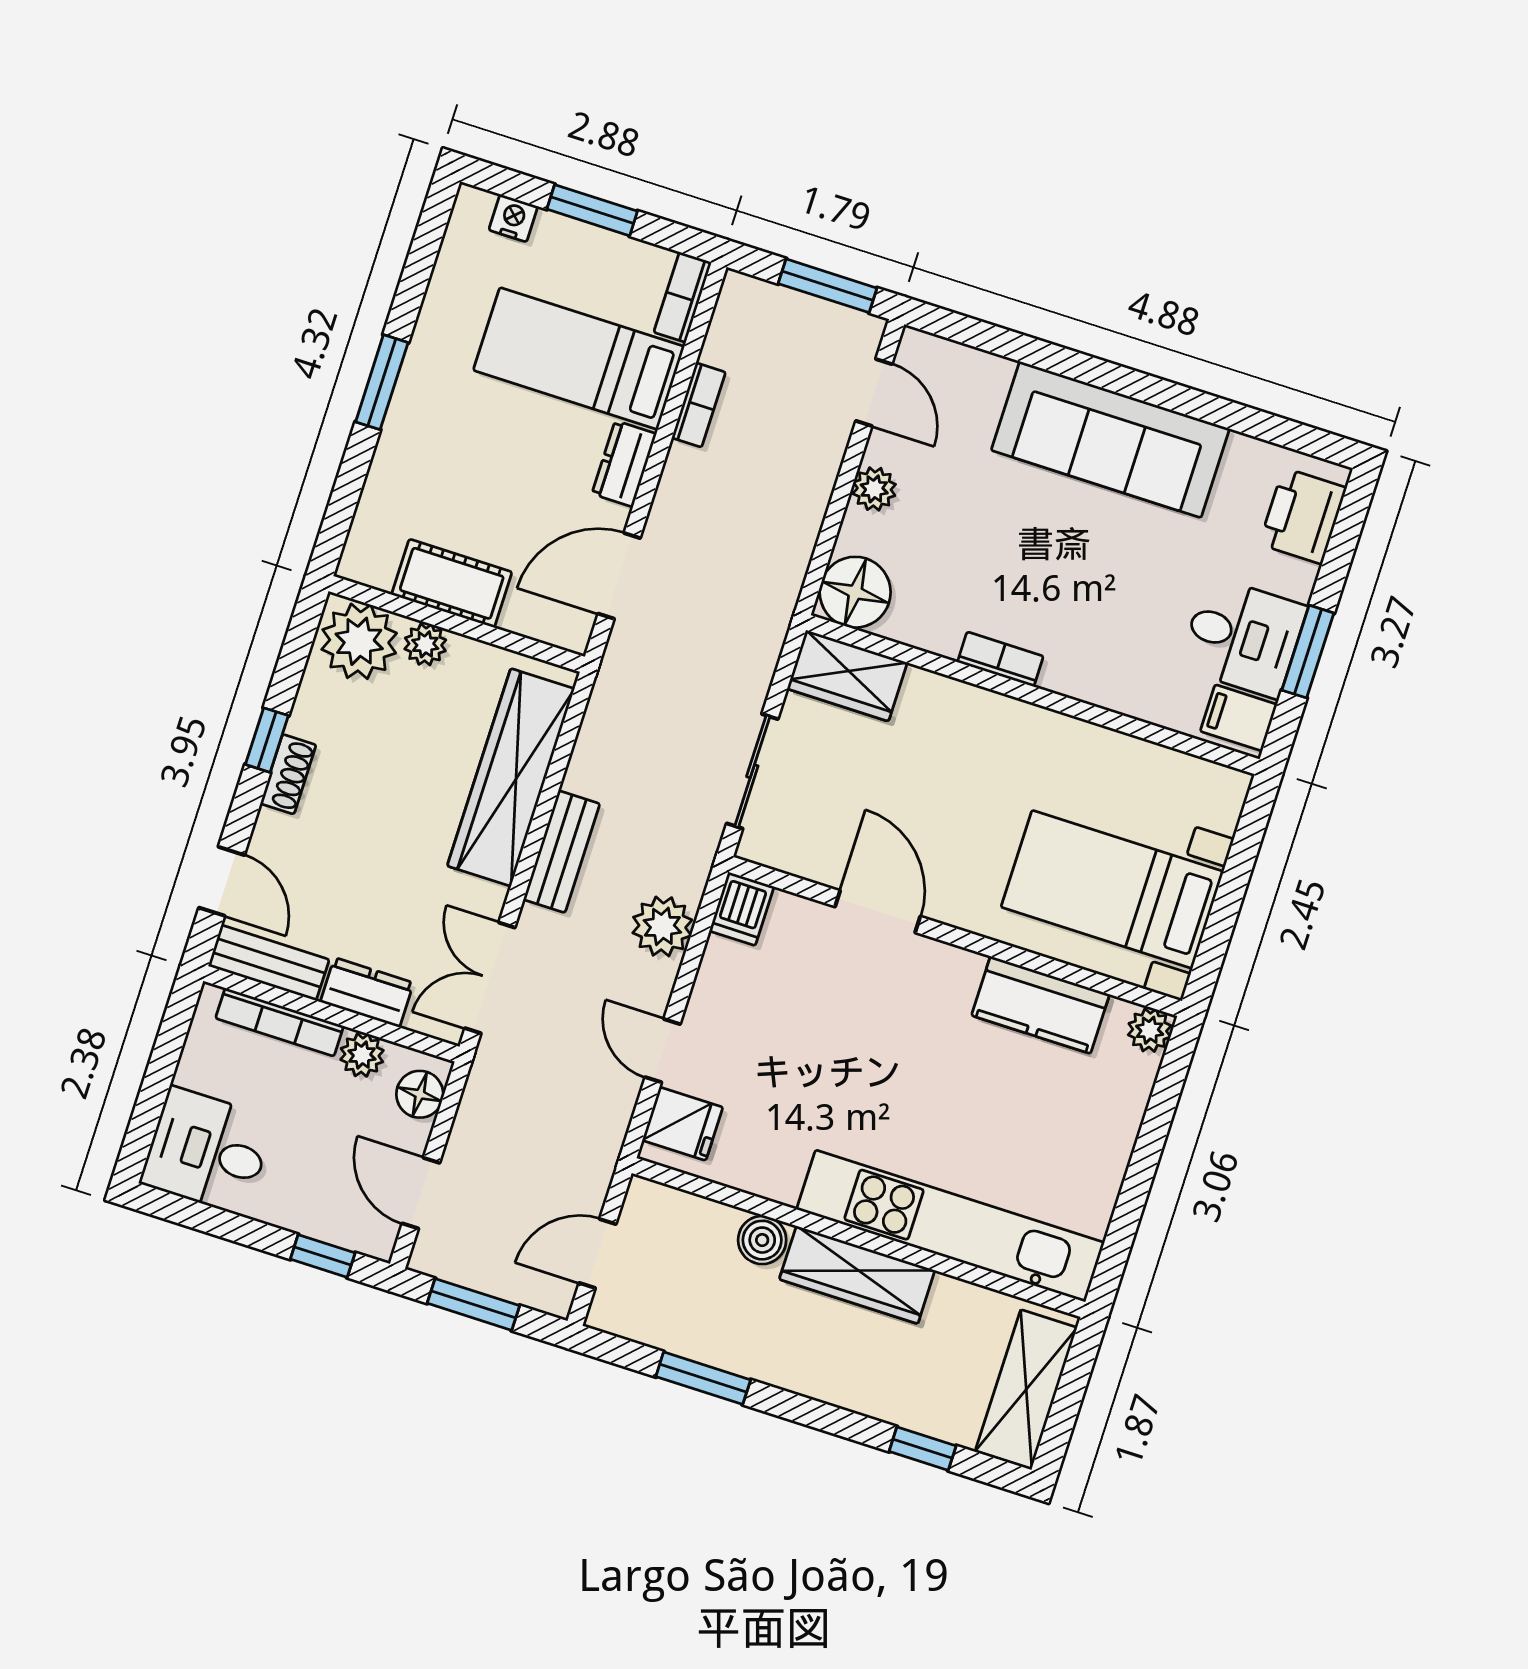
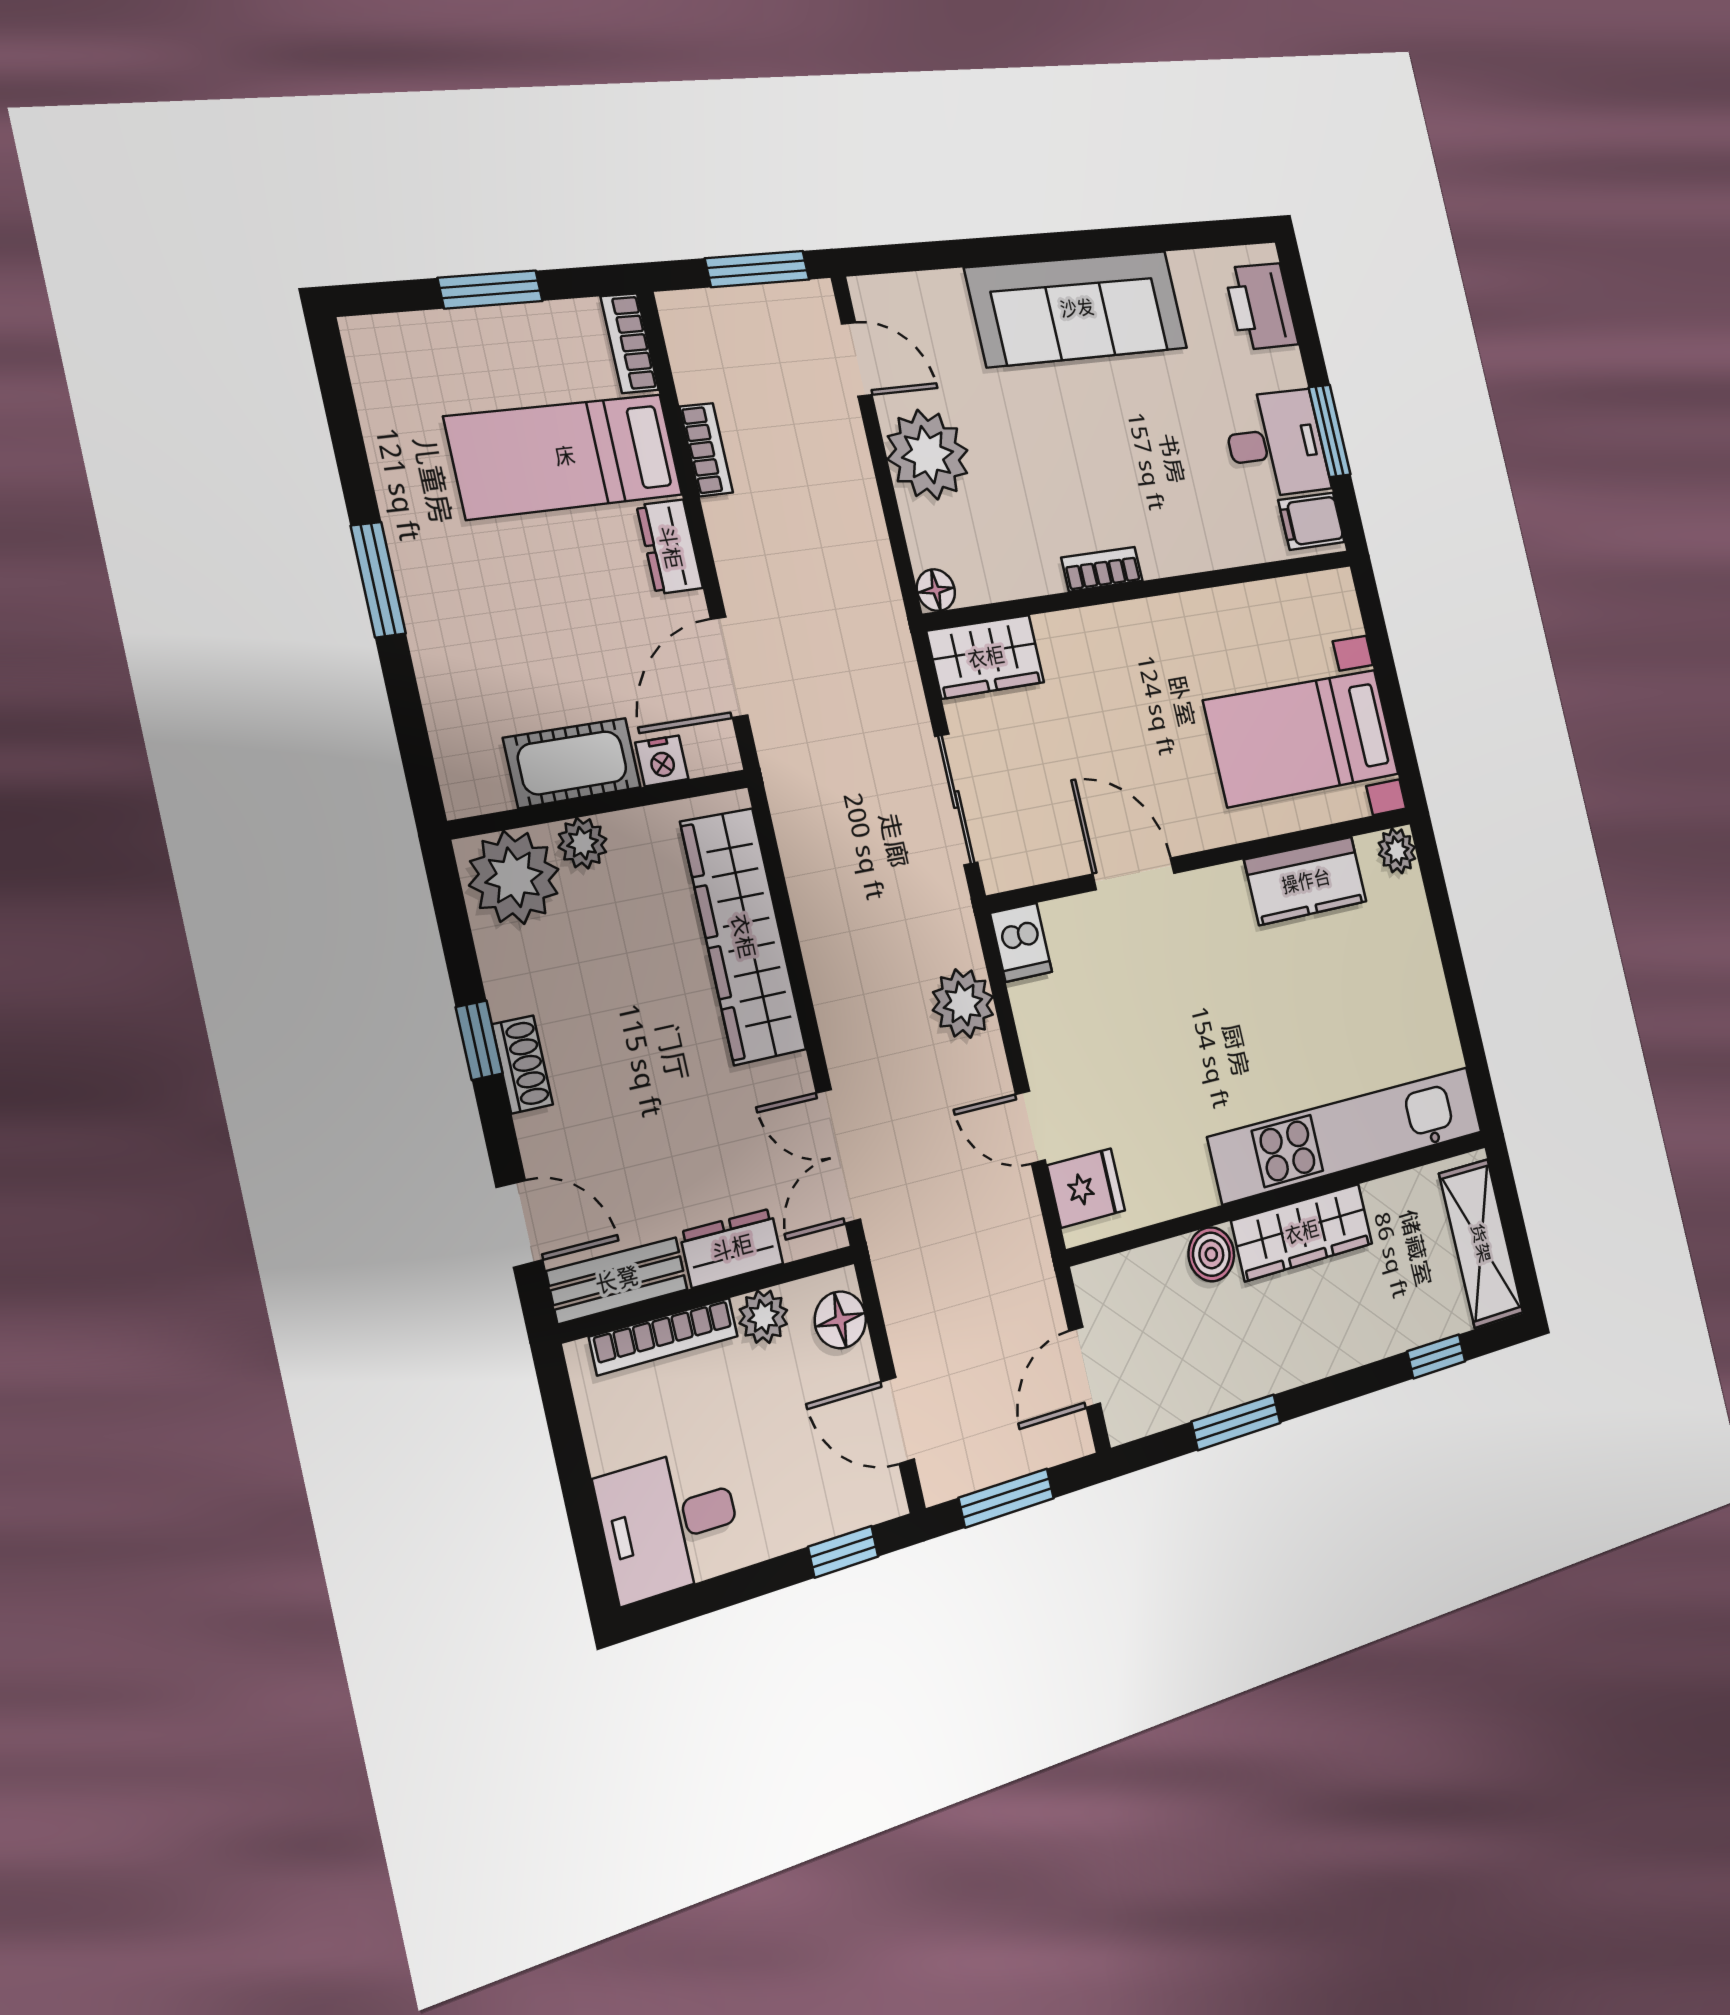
nightstand: (513, 218) -> (662, 761), moved, turned 180
plant: (874, 489) -> (928, 455), width x1.88, depth x1.88
floor lamp: (855, 592) -> (936, 590), width x0.53, depth x0.53
bench: (562, 852) -> (832, 984), removed

